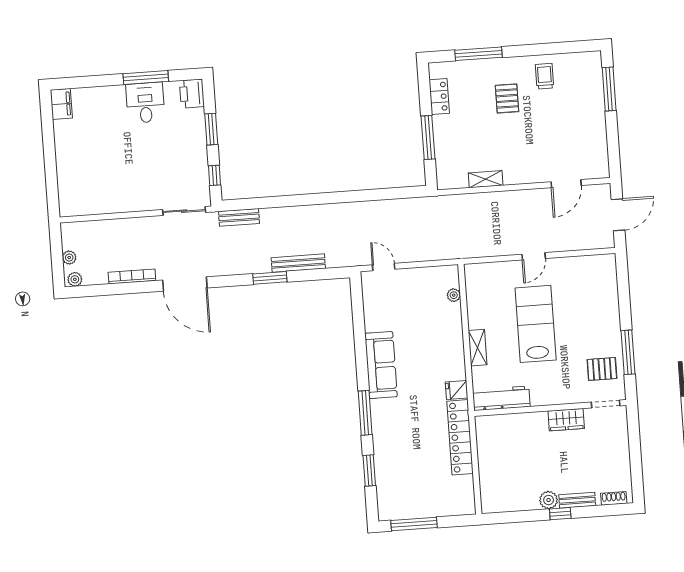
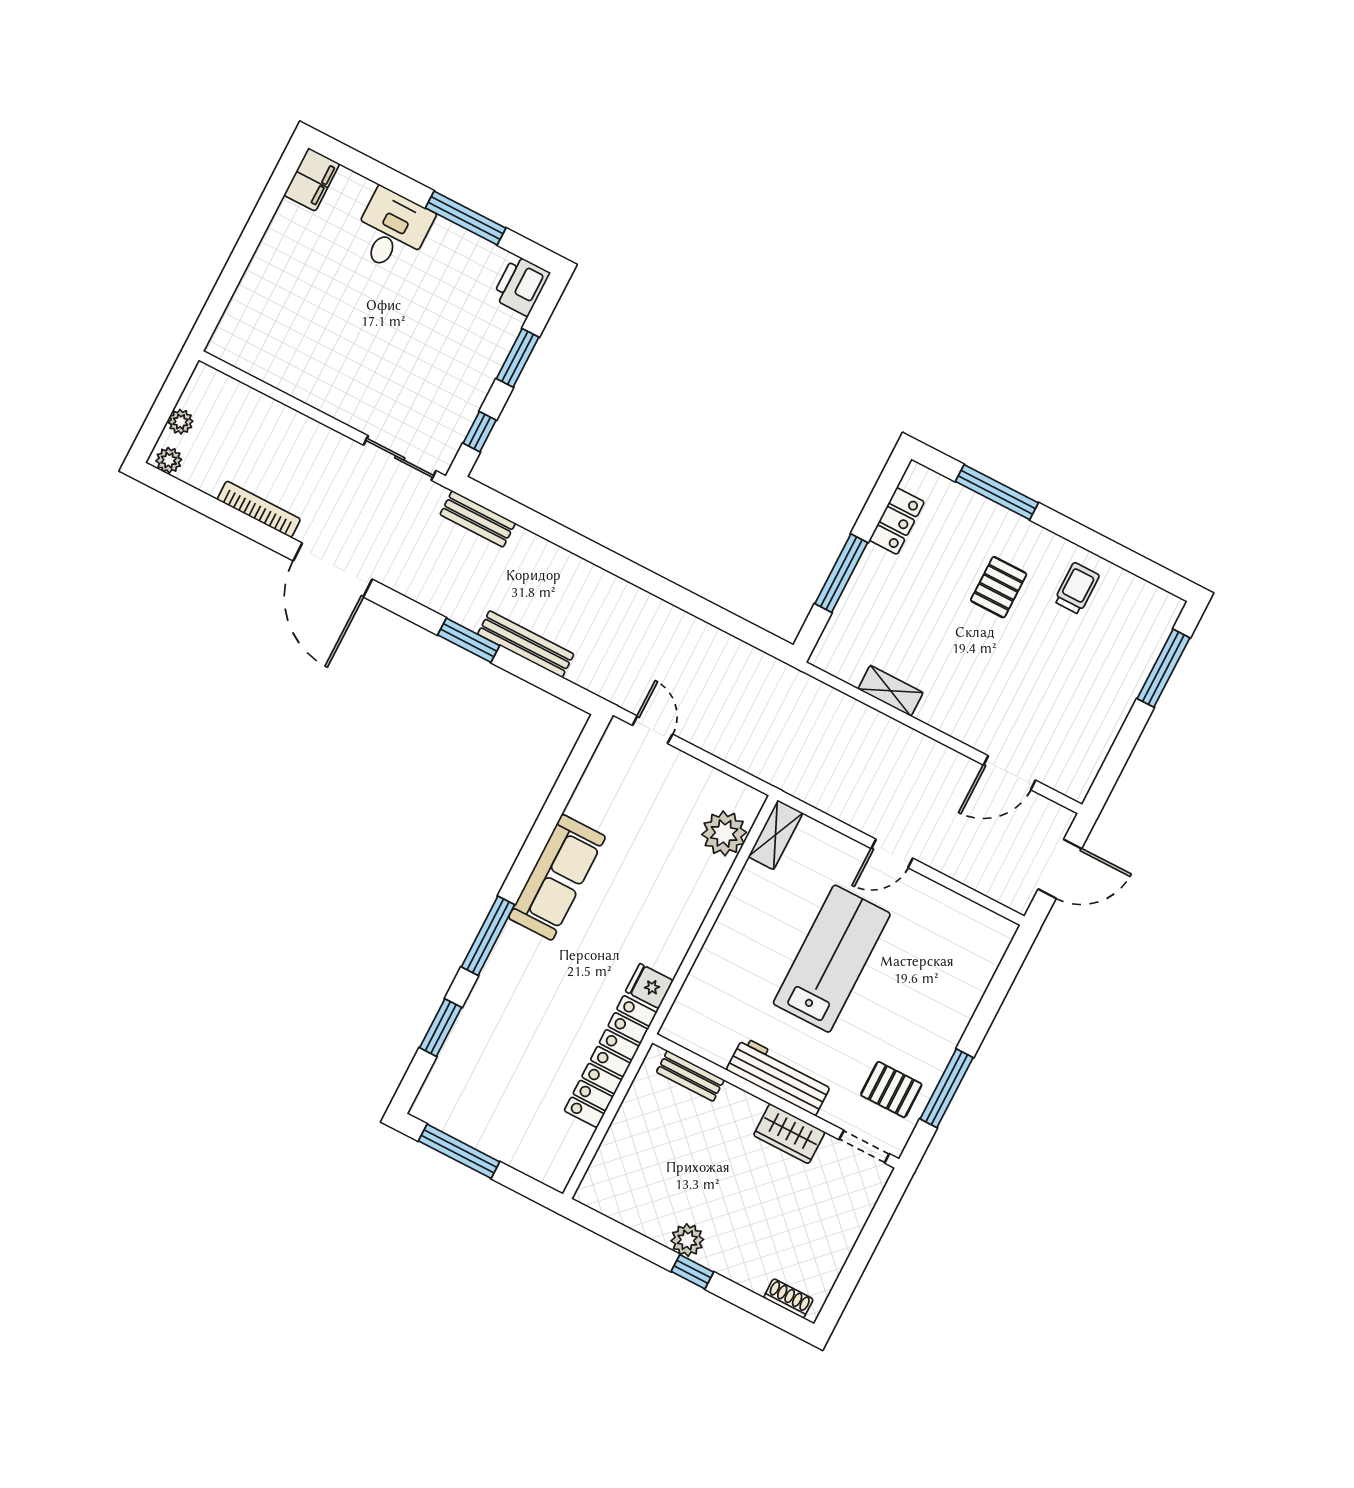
desk: (145, 103) -> (392, 230), moved
plant: (454, 295) -> (724, 833), width x1.87, depth x1.87
shelving: (478, 348) -> (776, 835), moved
workbench: (501, 398) -> (779, 1076), moved
bench: (577, 500) -> (690, 1076), moved

